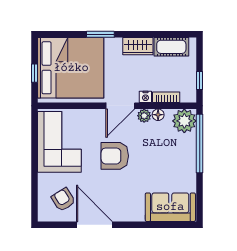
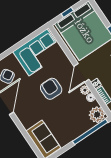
door: (120, 106) -> (81, 73), hinge flipped

